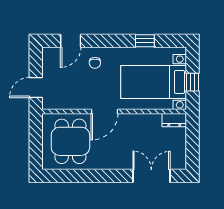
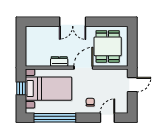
window: (145, 41) -> (55, 118), width x3.17
dresser: (174, 120) -> (59, 61), moved
double door: (151, 176) -> (73, 22), moved

